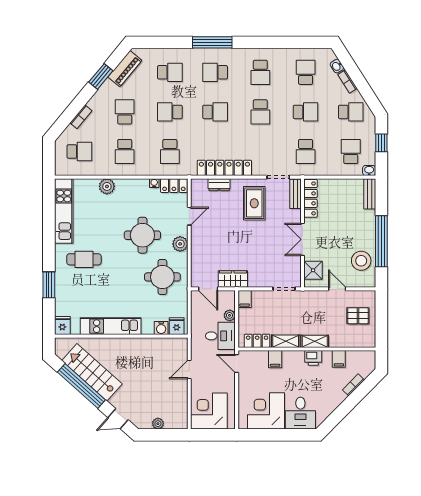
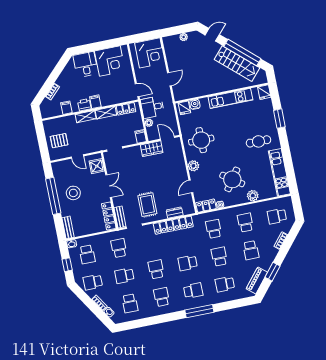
school desk: (170, 112) -> (219, 257), turned -90
round table: (142, 235) -> (232, 179), moved, turned 35
stool: (361, 261) -> (73, 193), moved
filing cabinet: (275, 359) -> (95, 102), moved

